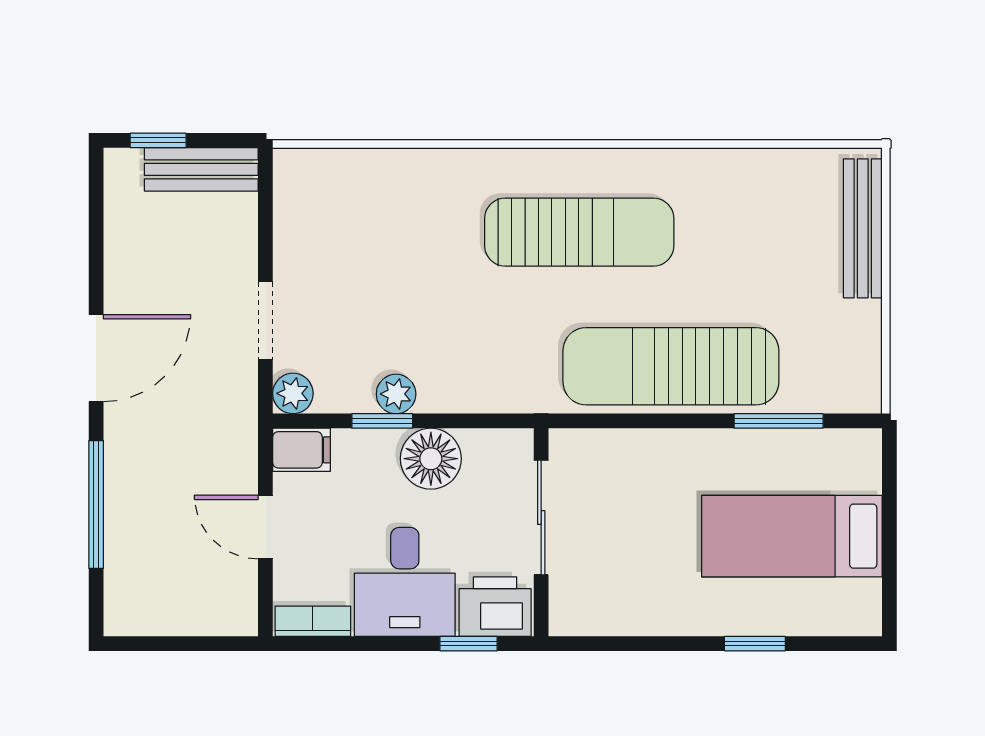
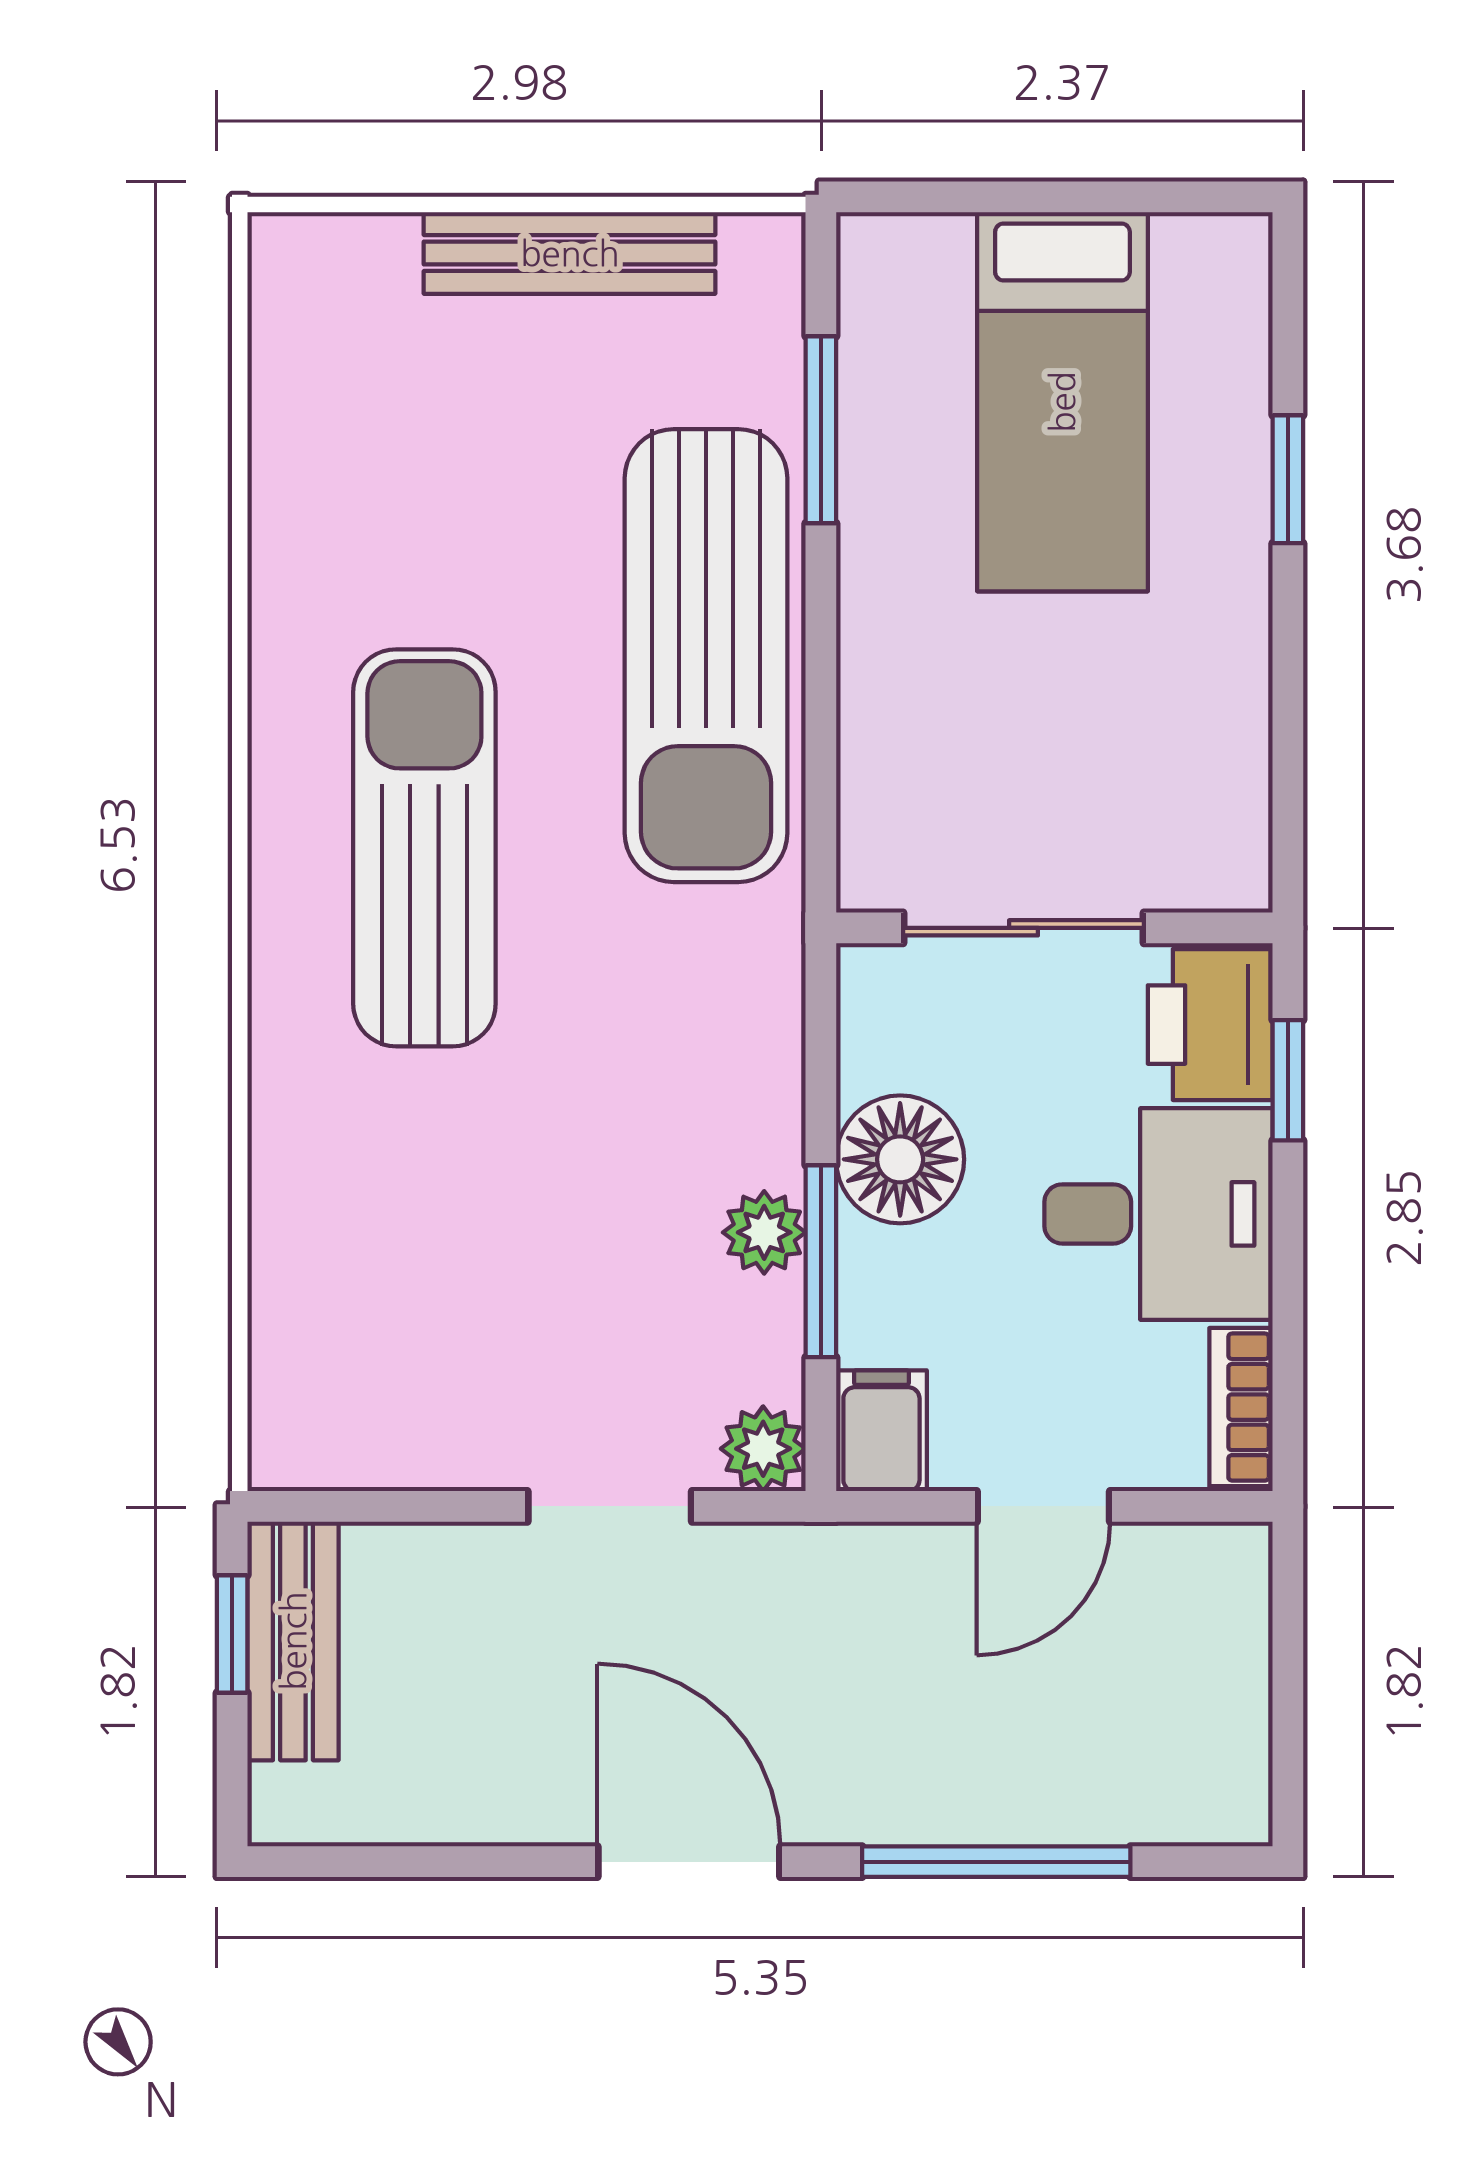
window: (158, 140) -> (232, 1634), moved
bench: (863, 228) -> (570, 253), moved
window: (382, 421) -> (821, 1261), width x1.50

